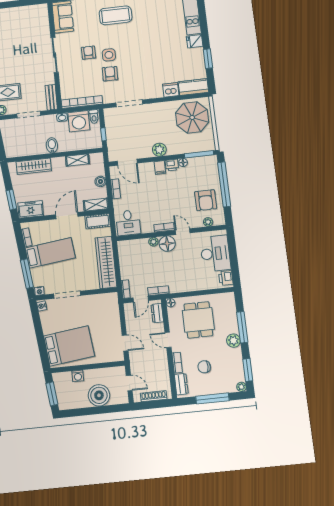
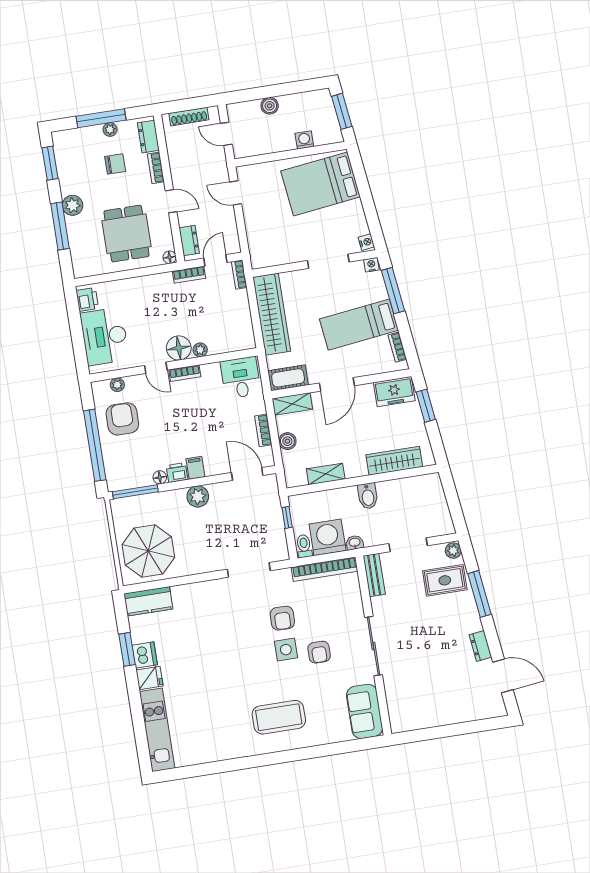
dishwasher: (171, 90) -> (145, 655), moved, turned -90
plant: (241, 387) -> (110, 129), moved
boiler: (99, 395) -> (270, 106), width x0.54, depth x0.54

